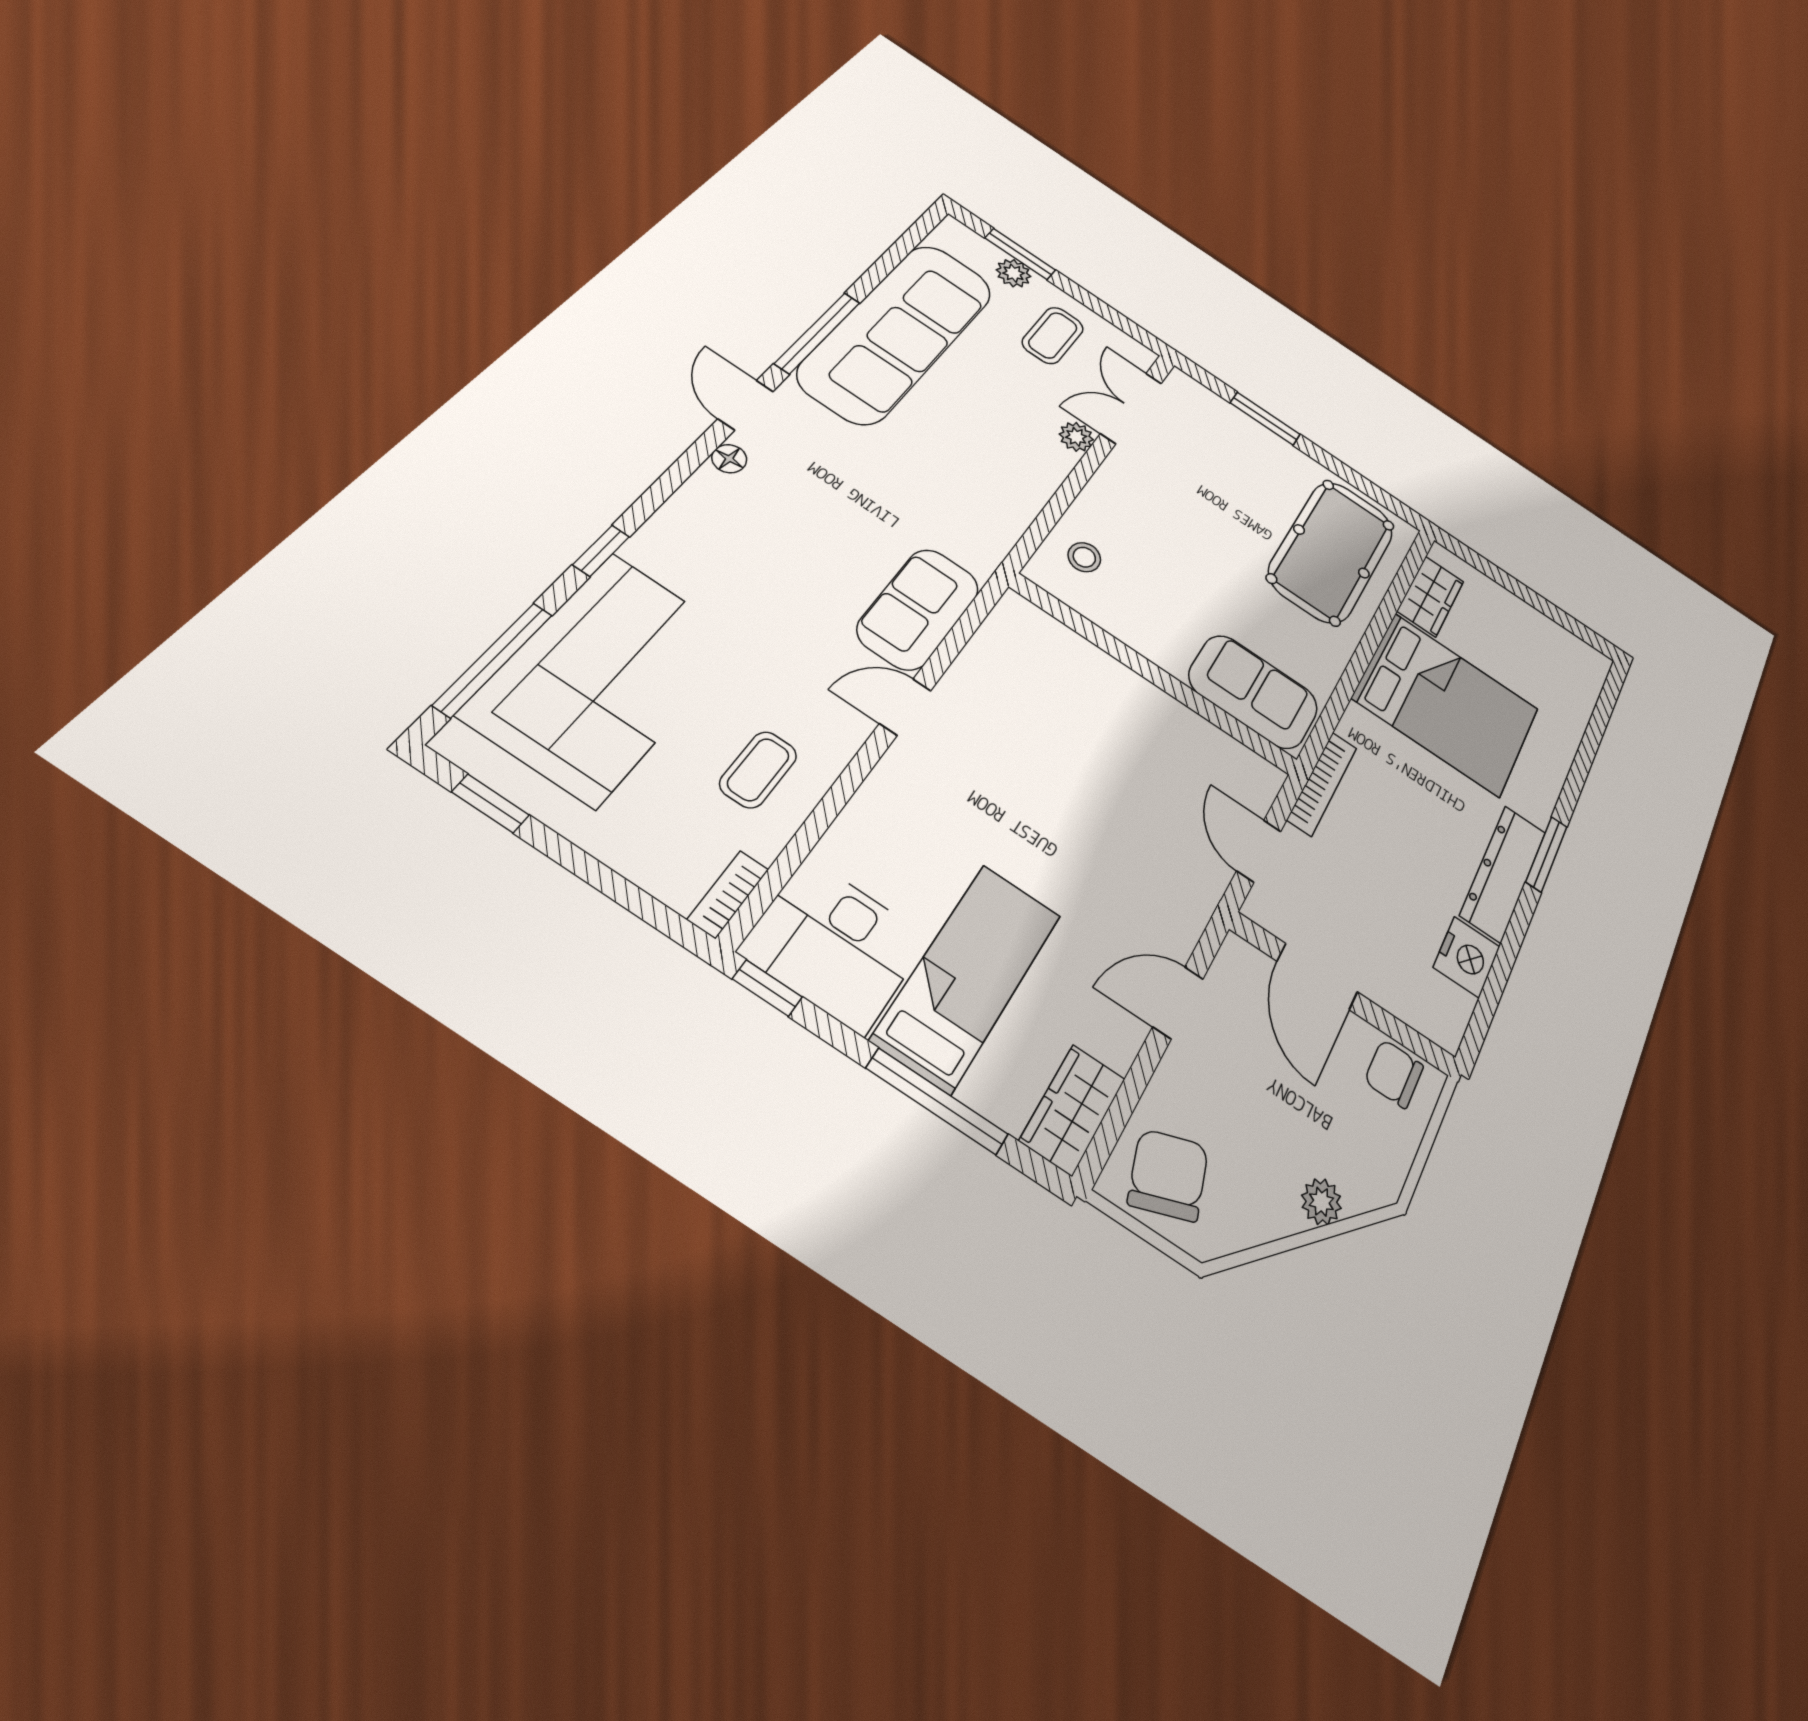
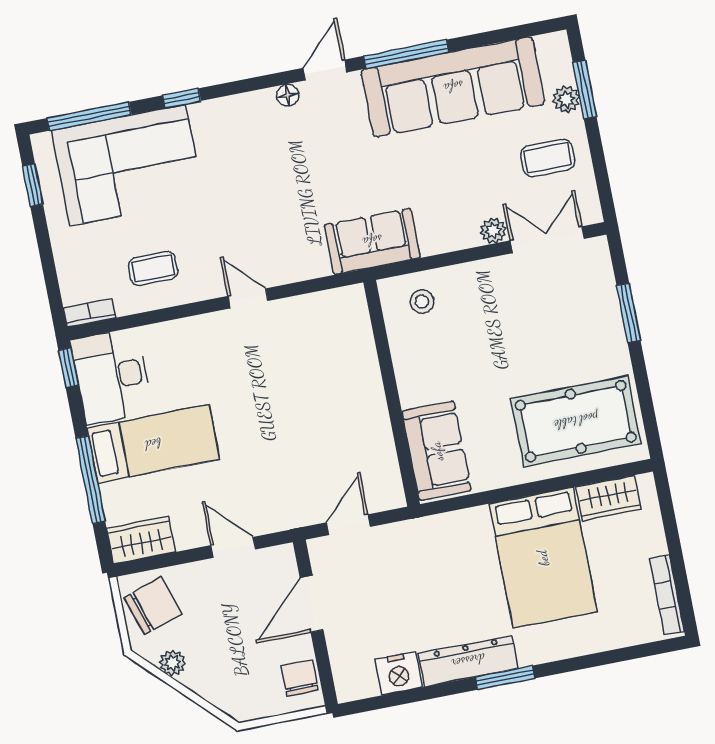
sofa: (918, 609) -> (372, 241), moved
bookcase: (1322, 784) -> (667, 595), moved, turned 90
plant: (1321, 1202) -> (172, 663), moved

